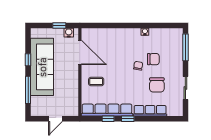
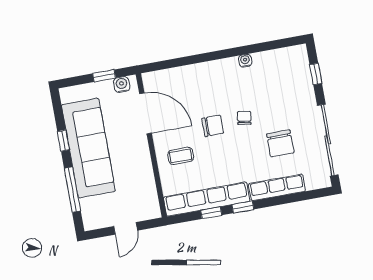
window: (185, 47) -> (316, 74), width x0.46
chair: (153, 59) -> (213, 126), moved
sliding door: (185, 88) -> (328, 140), width x1.86

